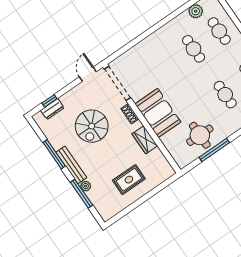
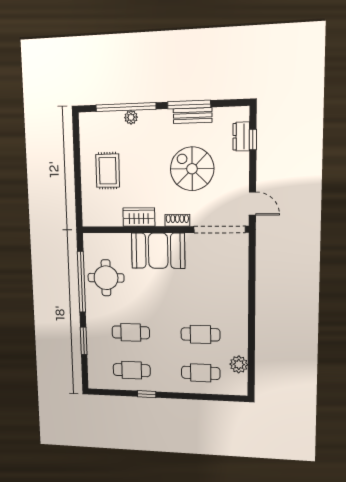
window: (214, 150) -> (81, 282), width x1.46
bench: (71, 165) -> (193, 116), moved, width x0.73
window: (81, 194) -> (126, 107), width x1.46

